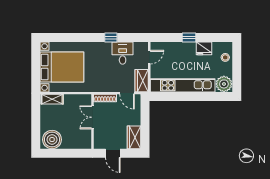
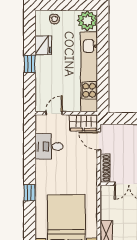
window: (111, 37) -> (30, 193), moved
door: (149, 57) -> (54, 113), hinge flipped
door: (127, 93) -> (99, 141), swing flipped

